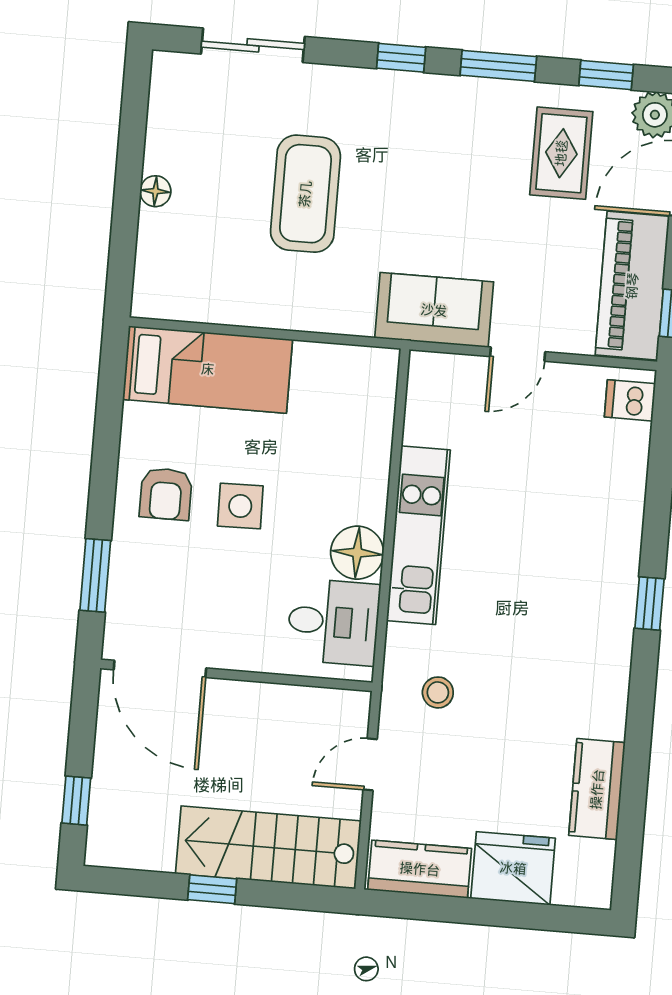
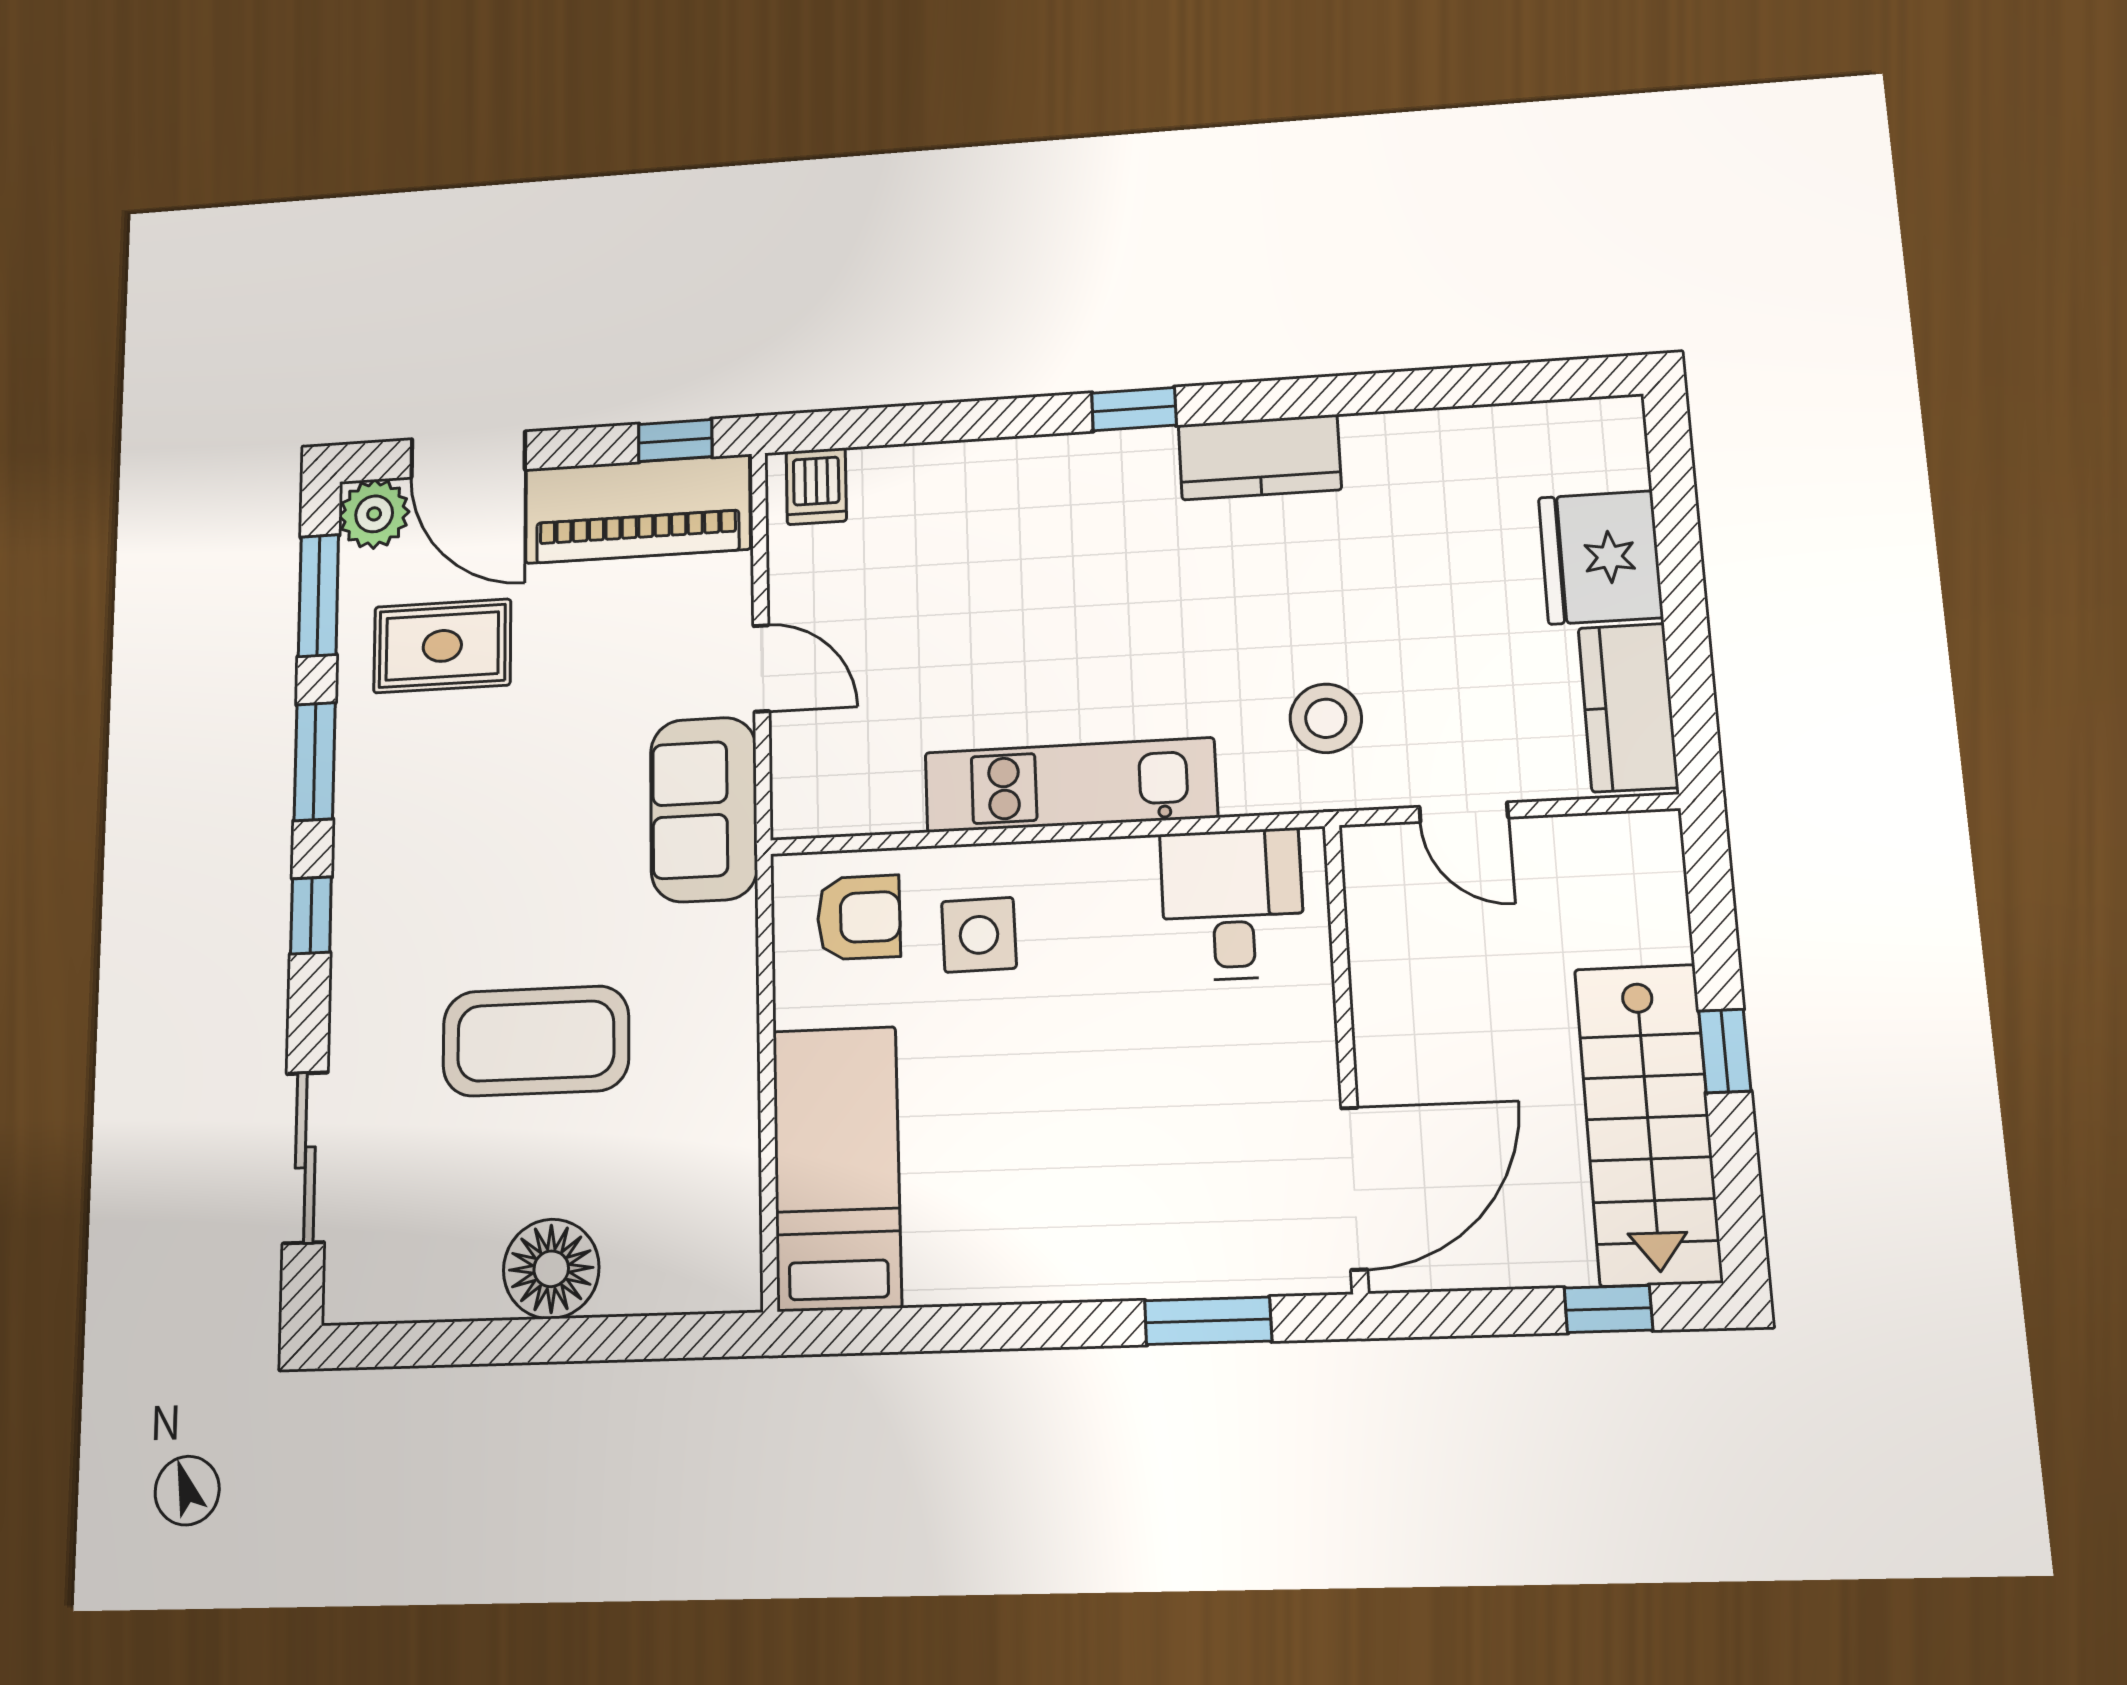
window: (606, 75) -> (319, 596), width x1.50
floor lamp: (155, 191) -> (551, 1269), width x1.89, depth x1.89
armchair: (166, 494) -> (859, 917), moved
side table: (240, 506) -> (979, 935), moved
floor lamp: (357, 553) -> (1112, 880), removed
stool: (438, 692) -> (1326, 718), width x1.37, depth x1.37
kitchen counter: (597, 789) -> (1260, 457), moved
stairs: (268, 847) -> (1648, 1124), moved

